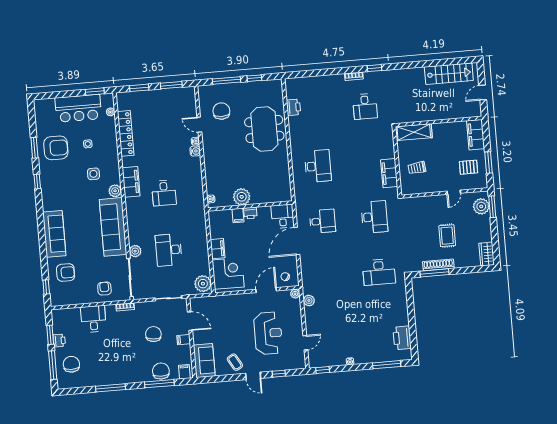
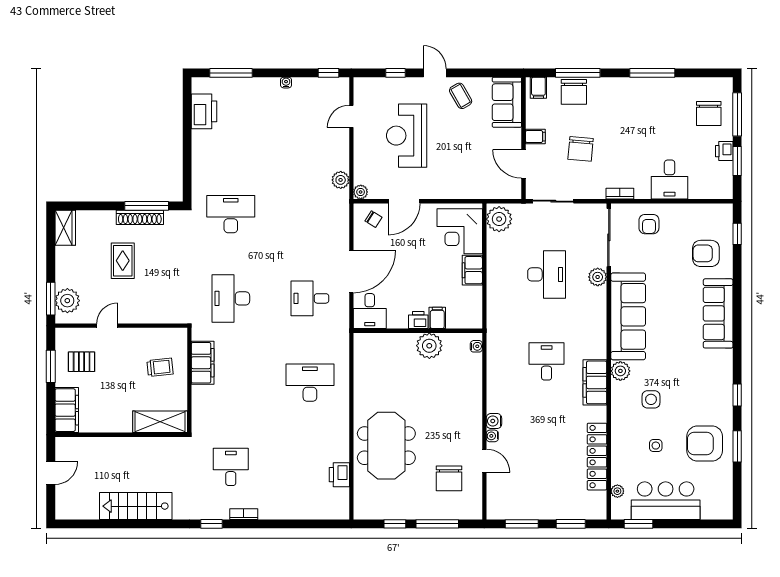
stairs: (449, 74) -> (136, 506), moved
desk: (318, 166) -> (310, 383), turned 90

